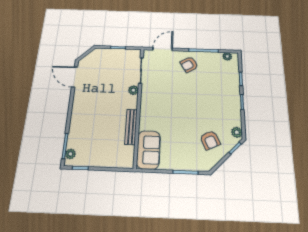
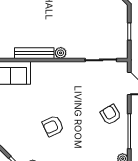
plant: (133, 90) -> (61, 53), moved
armchair: (210, 140) -> (53, 126), moved

